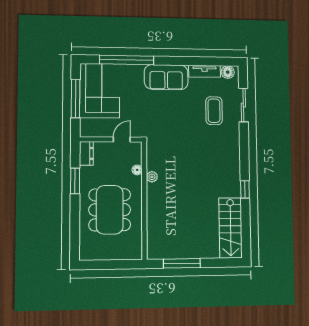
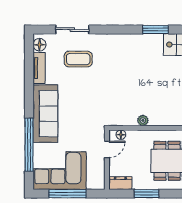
sofa: (166, 77) -> (45, 114), width x1.36
door: (122, 140) -> (107, 149), swing flipped
floor lamp: (137, 170) -> (121, 135), moved
window: (245, 189) -> (155, 30), width x1.50

